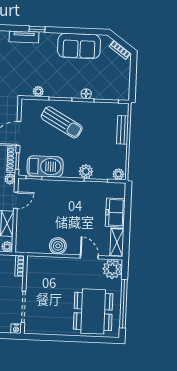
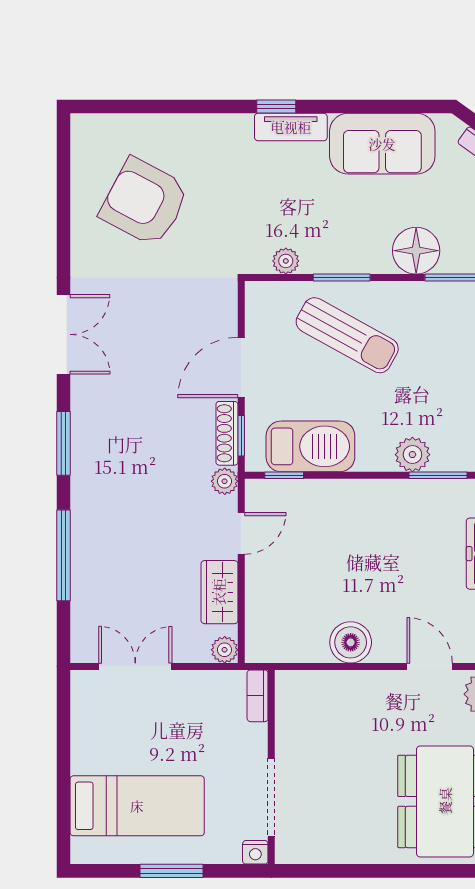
tv unit: (24, 37) -> (291, 127), moved
floor lamp: (86, 94) -> (416, 251), width x1.89, depth x1.89

